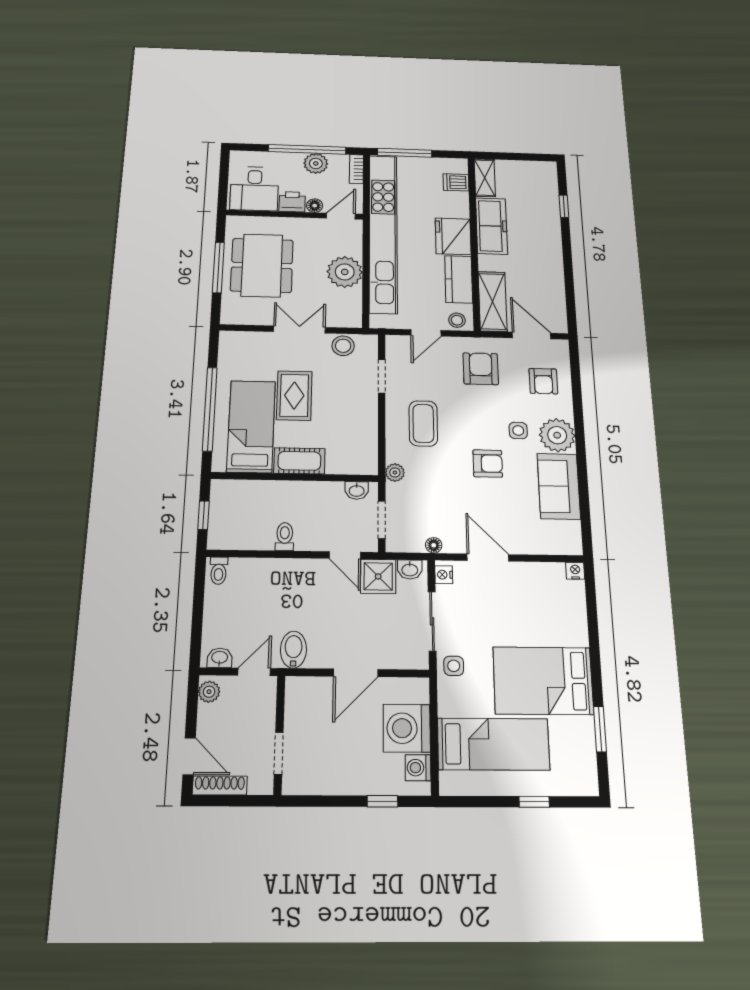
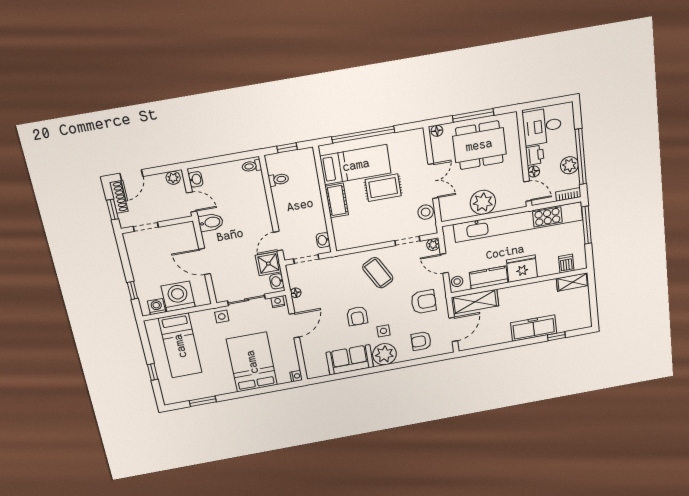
freezer: (491, 226) -> (534, 328), moved, turned 180
floor lamp: (228, 314) -> (437, 131), added
coffee table: (423, 423) -> (378, 273), turned 62
plant: (395, 472) -> (433, 245), moved
toilet: (285, 537) -> (279, 180), moved
bed: (543, 681) -> (252, 362), moved
window: (238, 801) -> (112, 210), added

